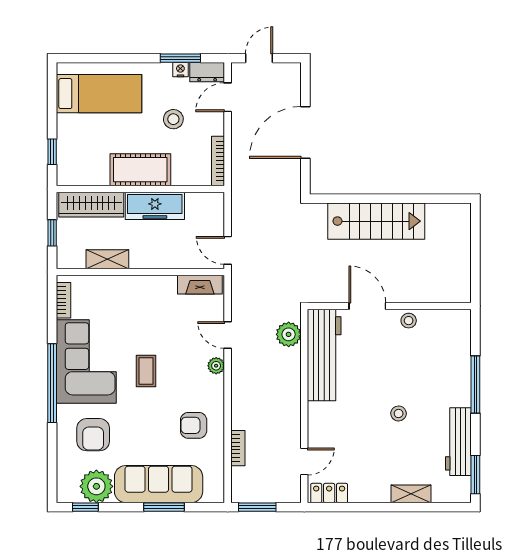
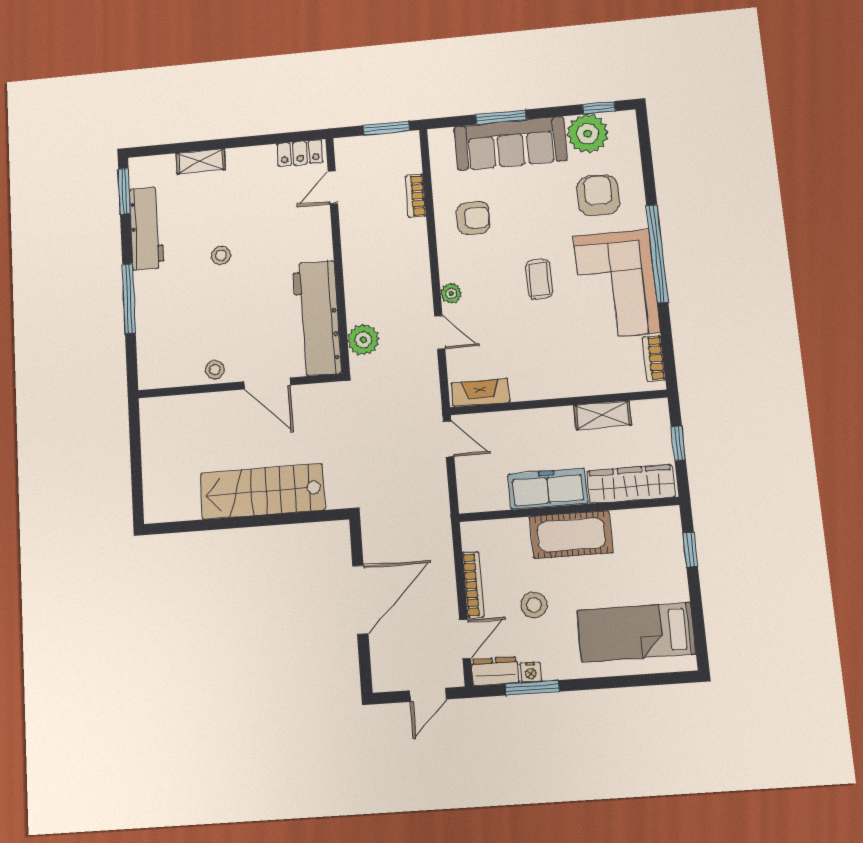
bookcase: (218, 161) -> (473, 585), moved

